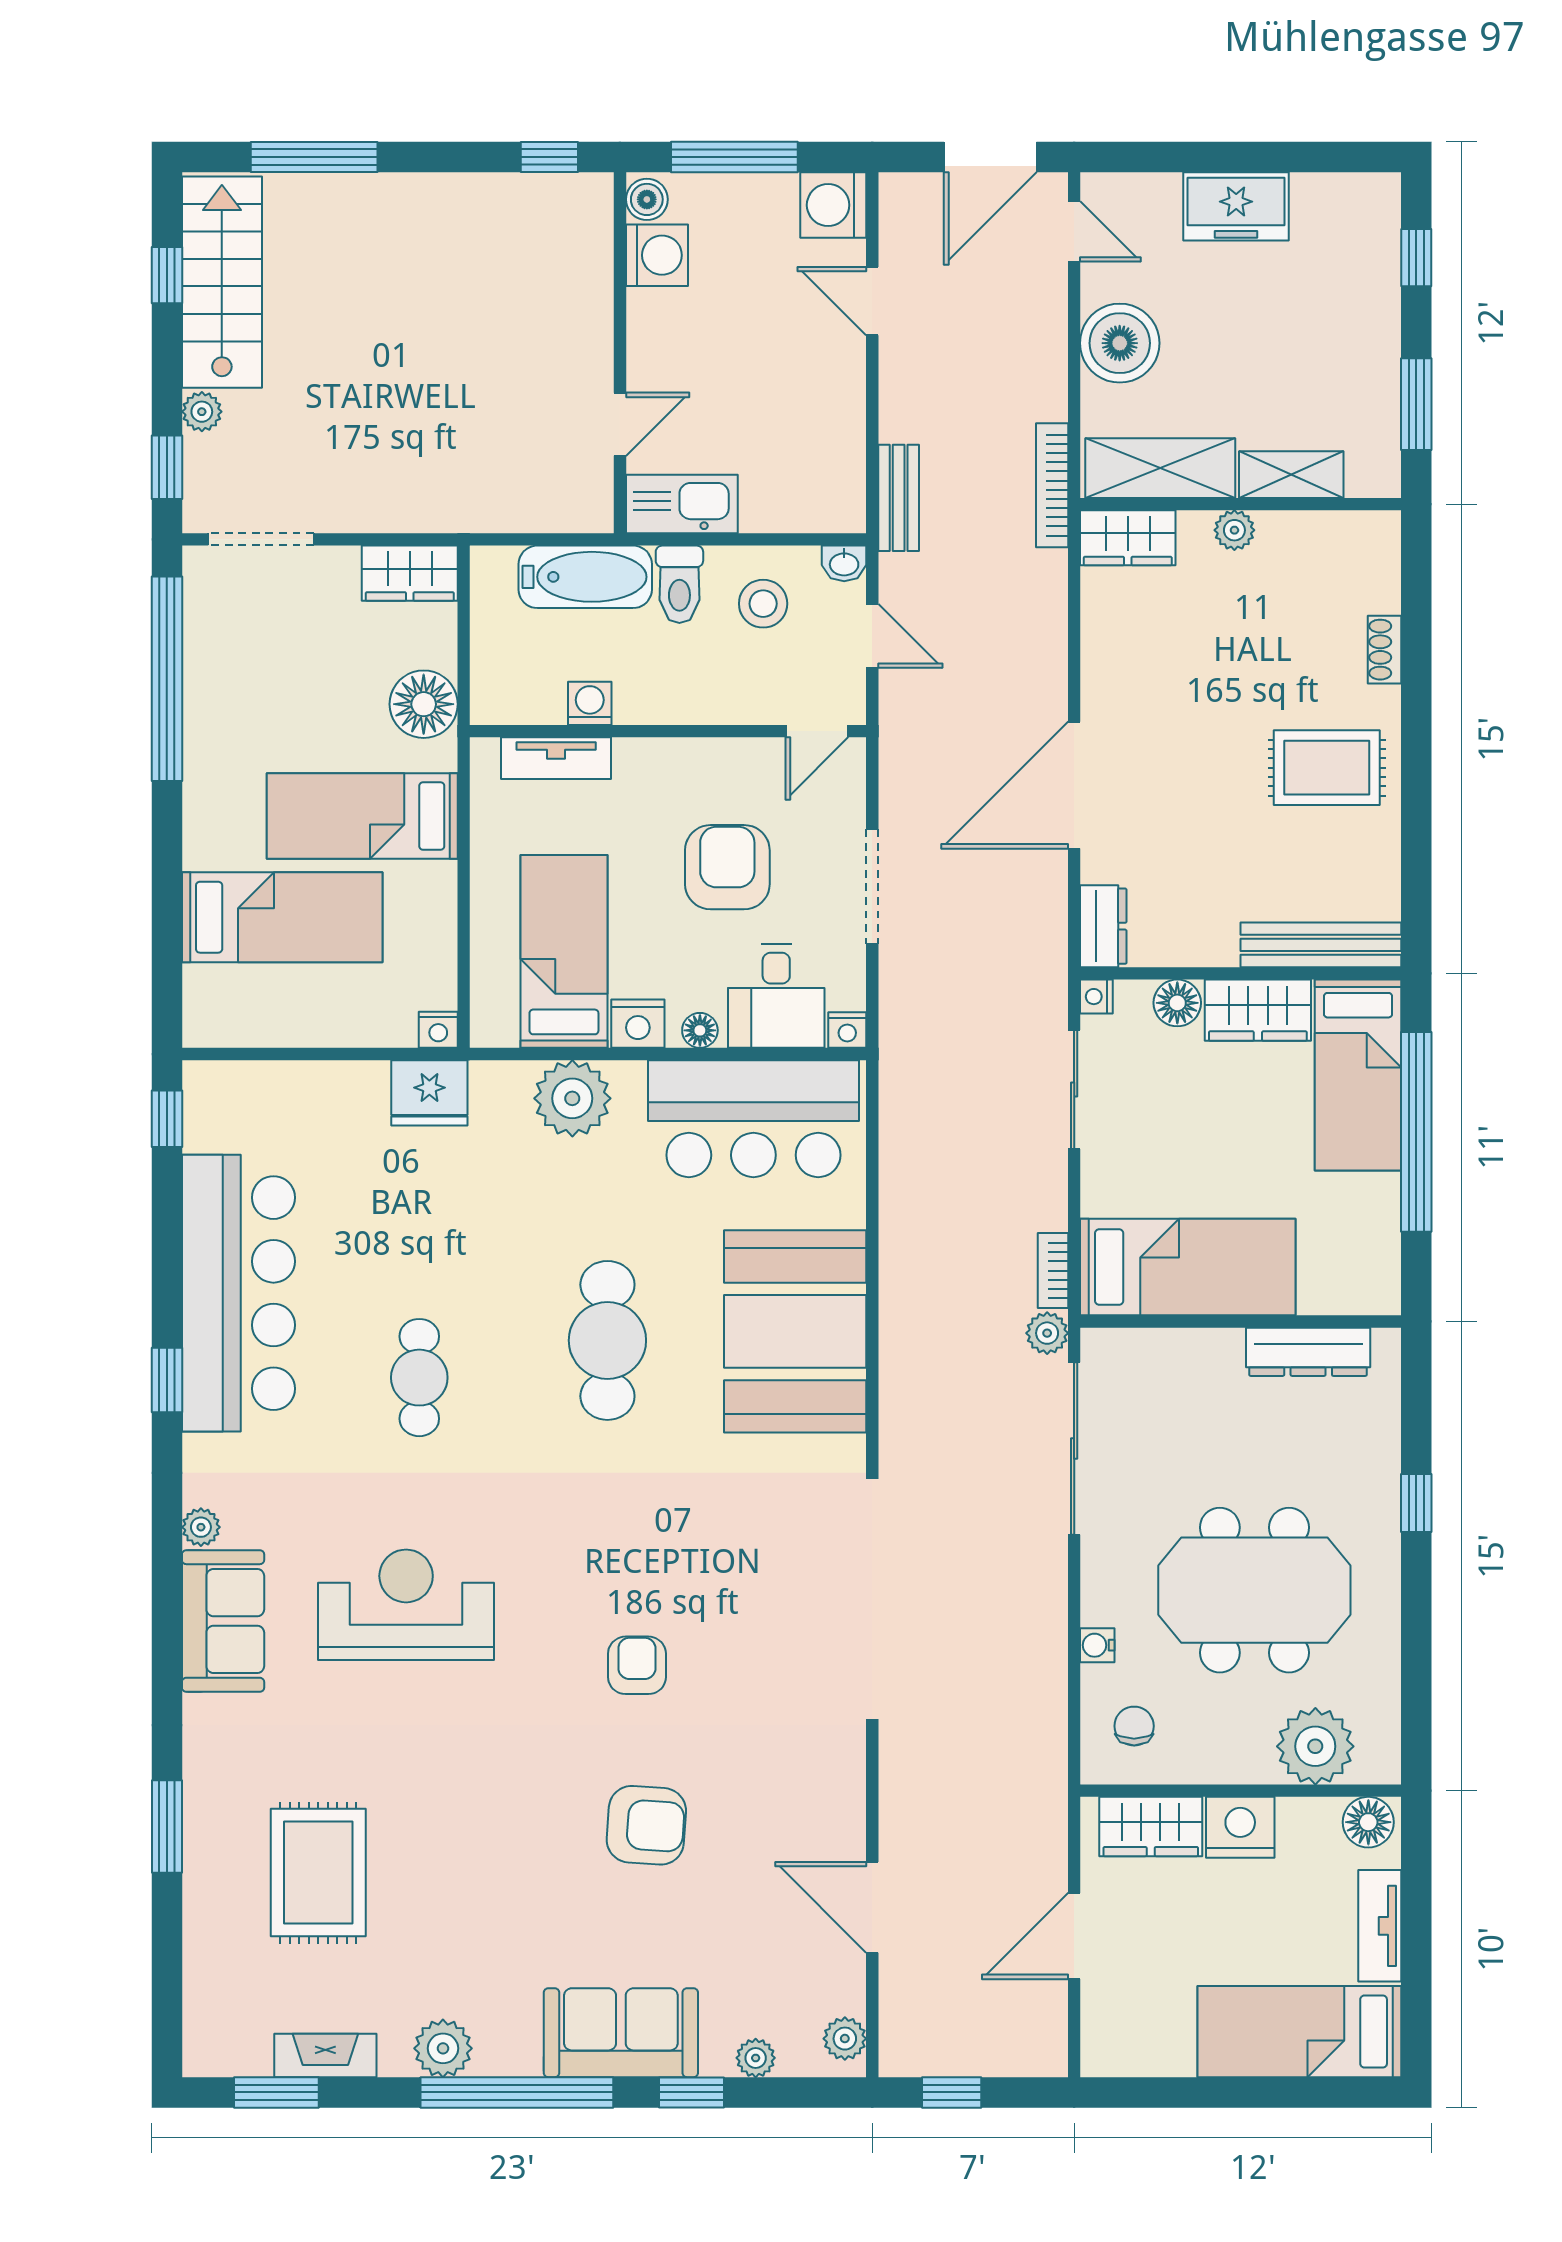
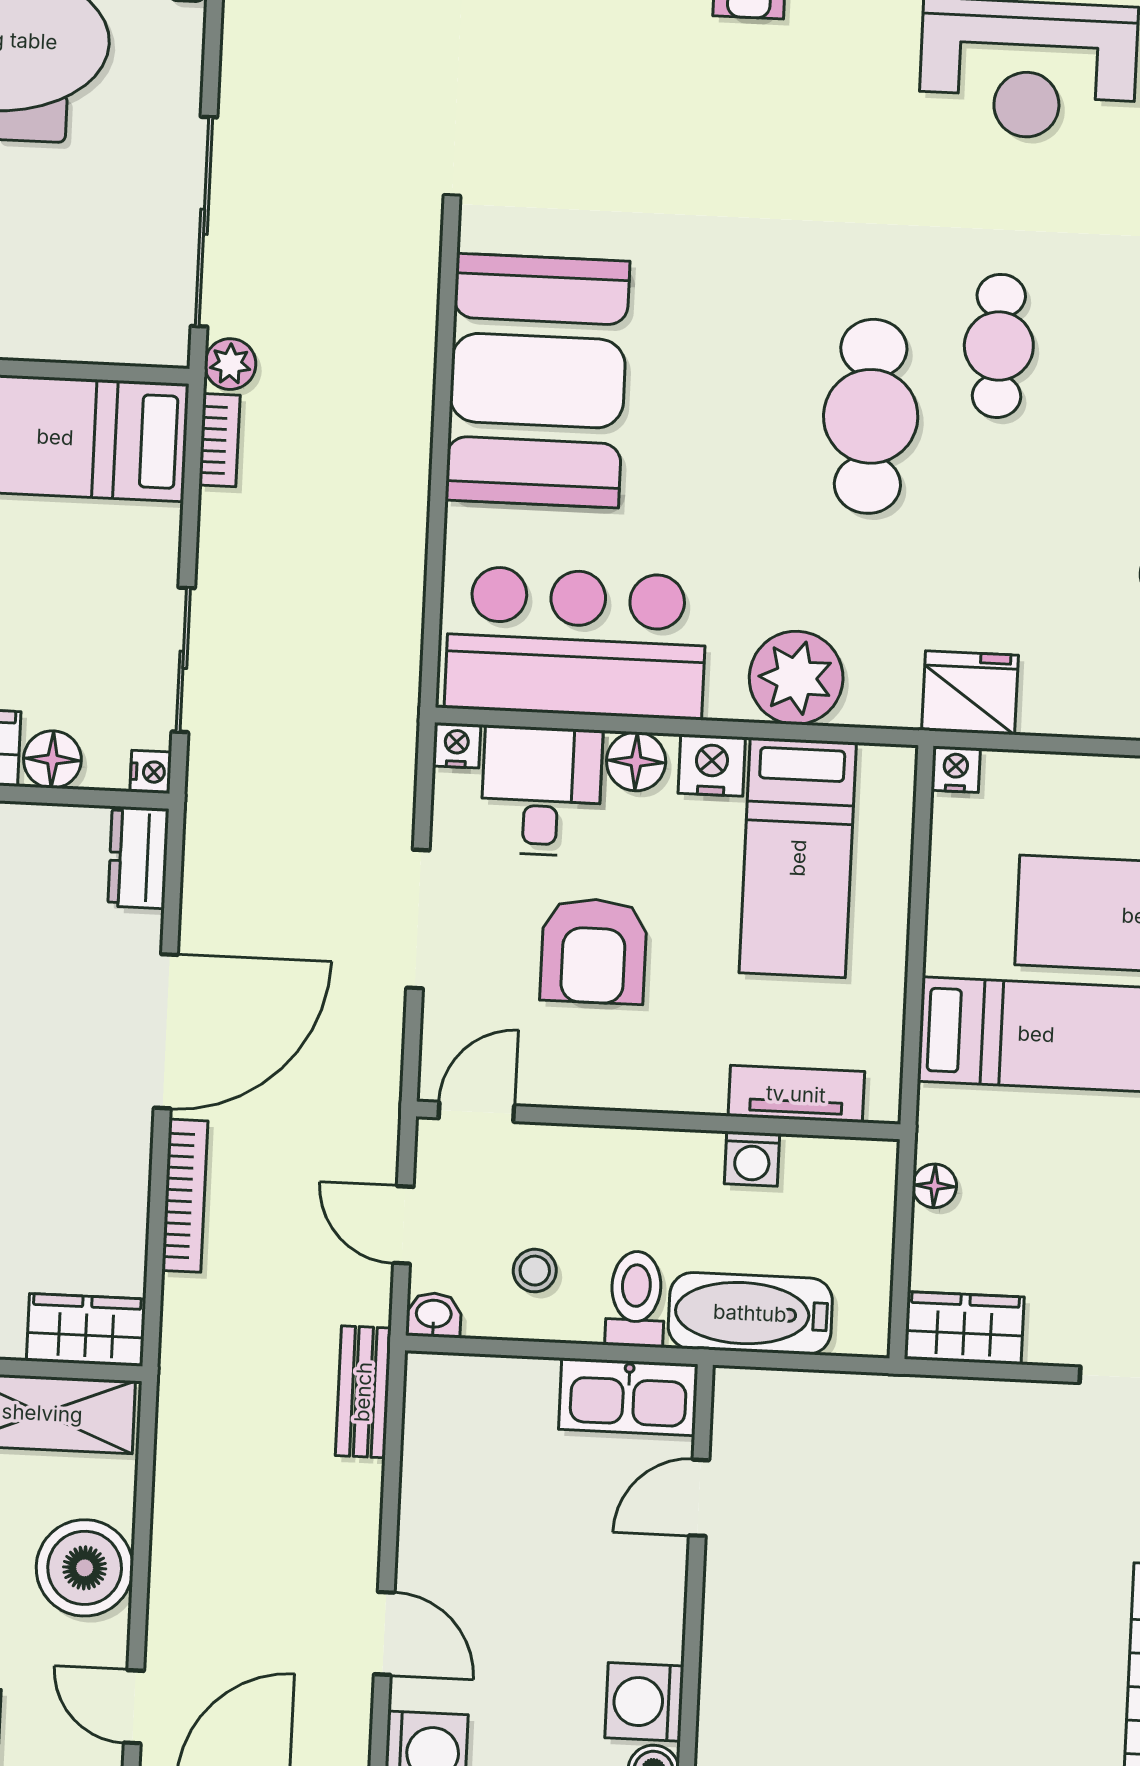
bookcase: (1052, 485) -> (185, 1196), moved
stool: (763, 604) -> (535, 1271), width x0.73, depth x0.73
floor lamp: (424, 704) -> (934, 1186), width x0.53, depth x0.53
floor lamp: (700, 1030) -> (636, 761), width x1.37, depth x1.37
cafe table: (607, 1340) -> (871, 416), moved

